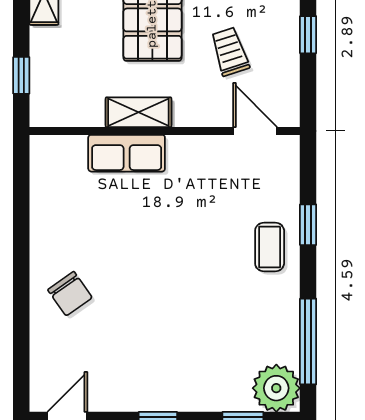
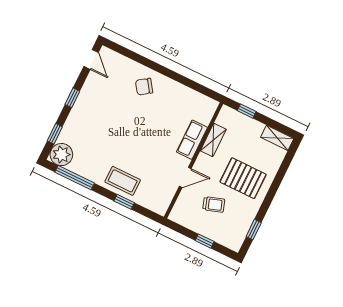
shelving: (138, 112) -> (213, 140), moved
door: (255, 131) -> (185, 177), moved
coffee table: (270, 247) -> (123, 181), width x1.36, depth x1.30

